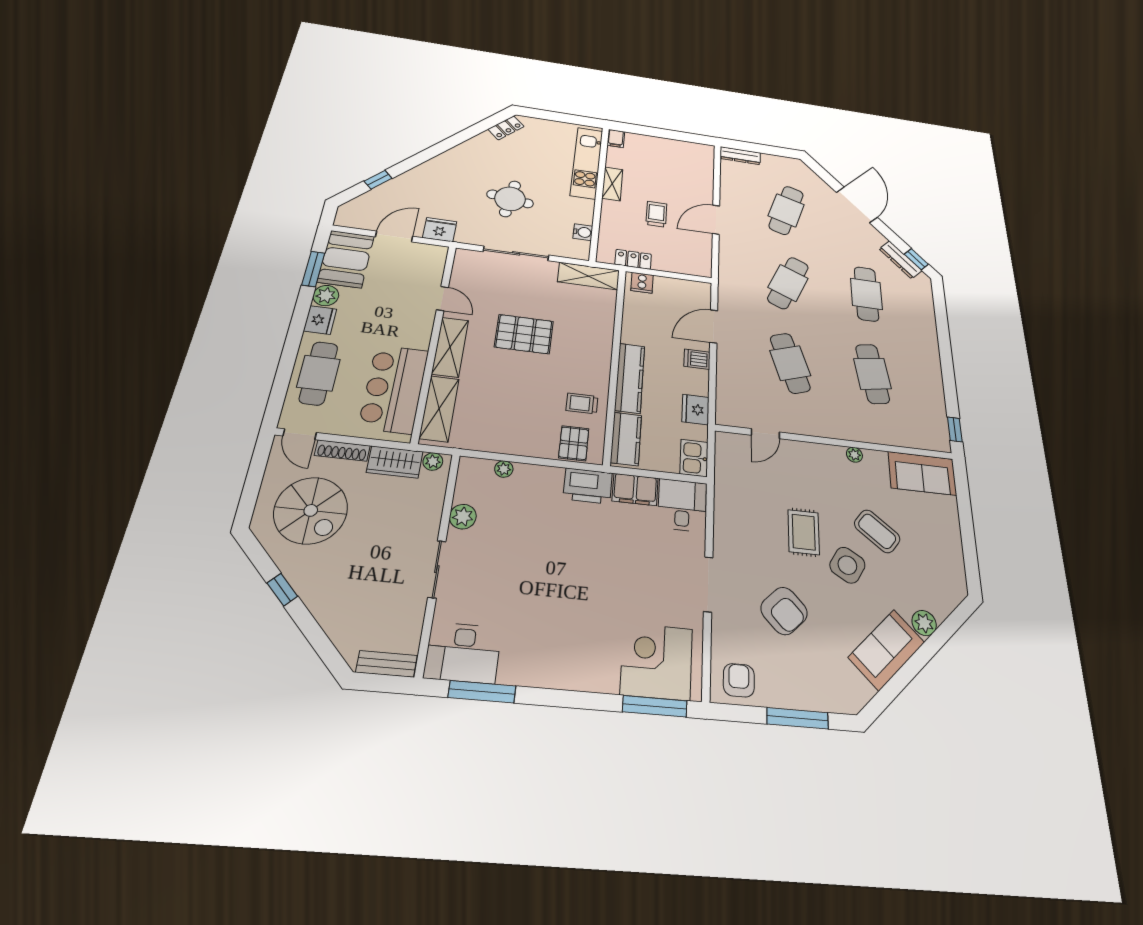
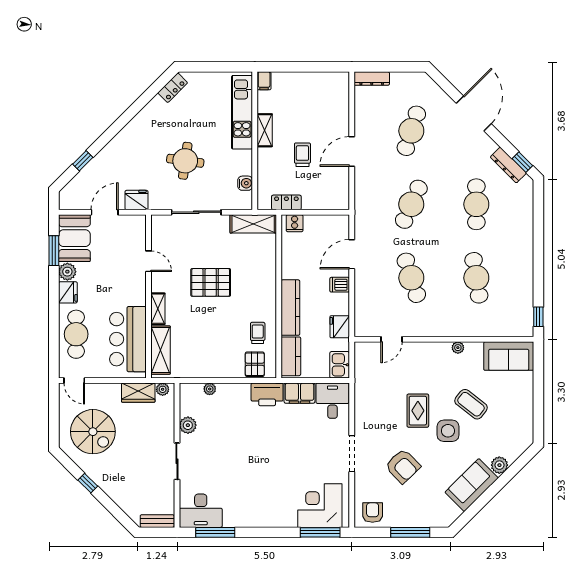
shelving: (450, 347) -> (158, 309), width x0.67, depth x0.75
trolley: (582, 403) -> (258, 333), turned 90
shoe rack: (342, 450) -> (104, 389), removed
side table: (847, 565) -> (448, 431), turned -31

